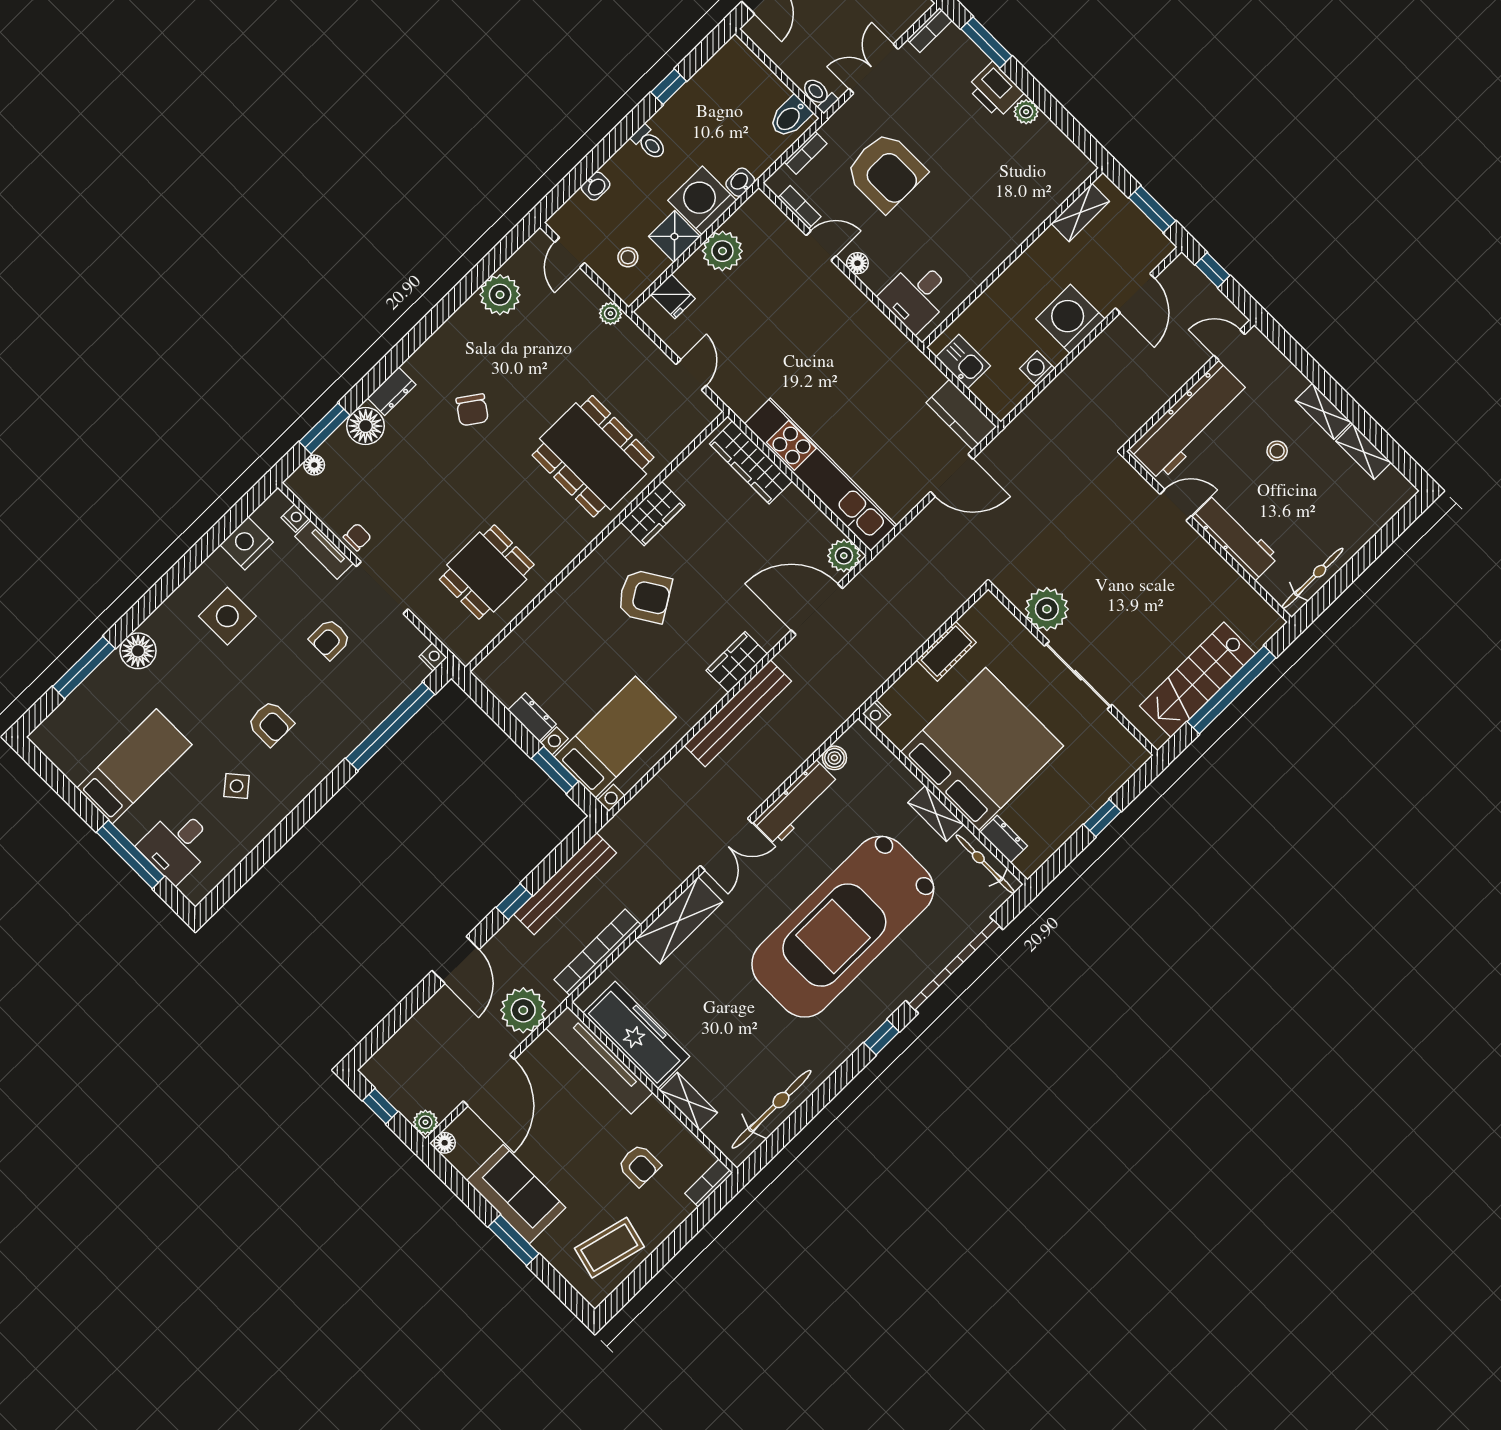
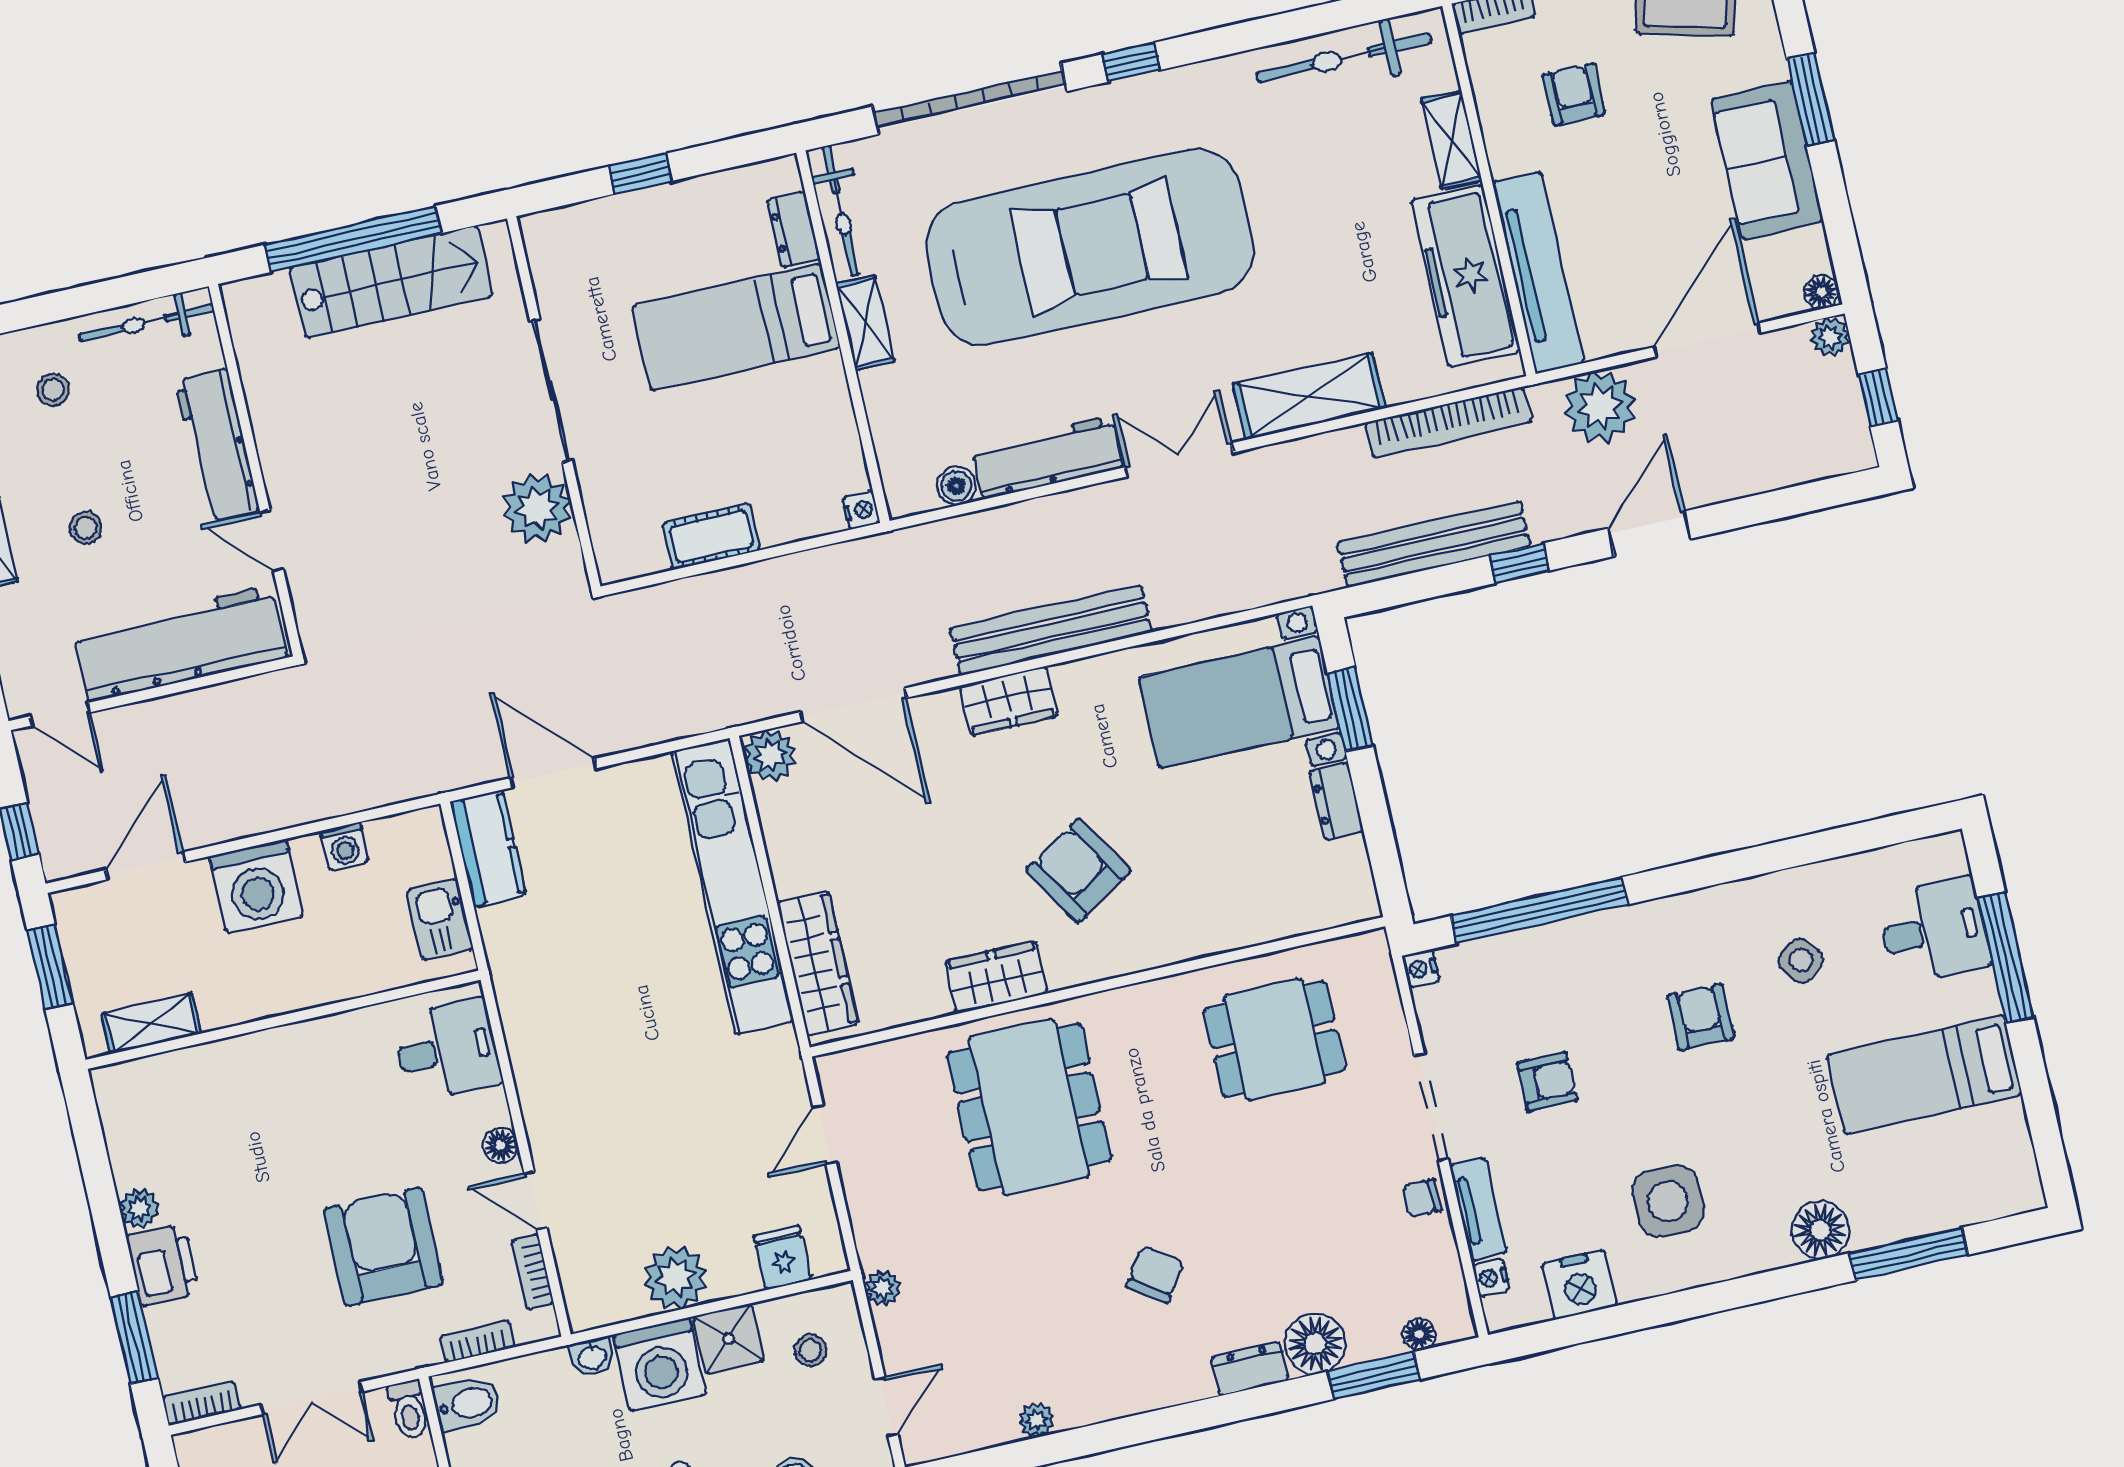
plant: (500, 295) -> (1036, 1420), width x0.53, depth x0.53
stool: (1339, 513) -> (53, 390), added
bed: (982, 749) -> (736, 327), width x0.49

